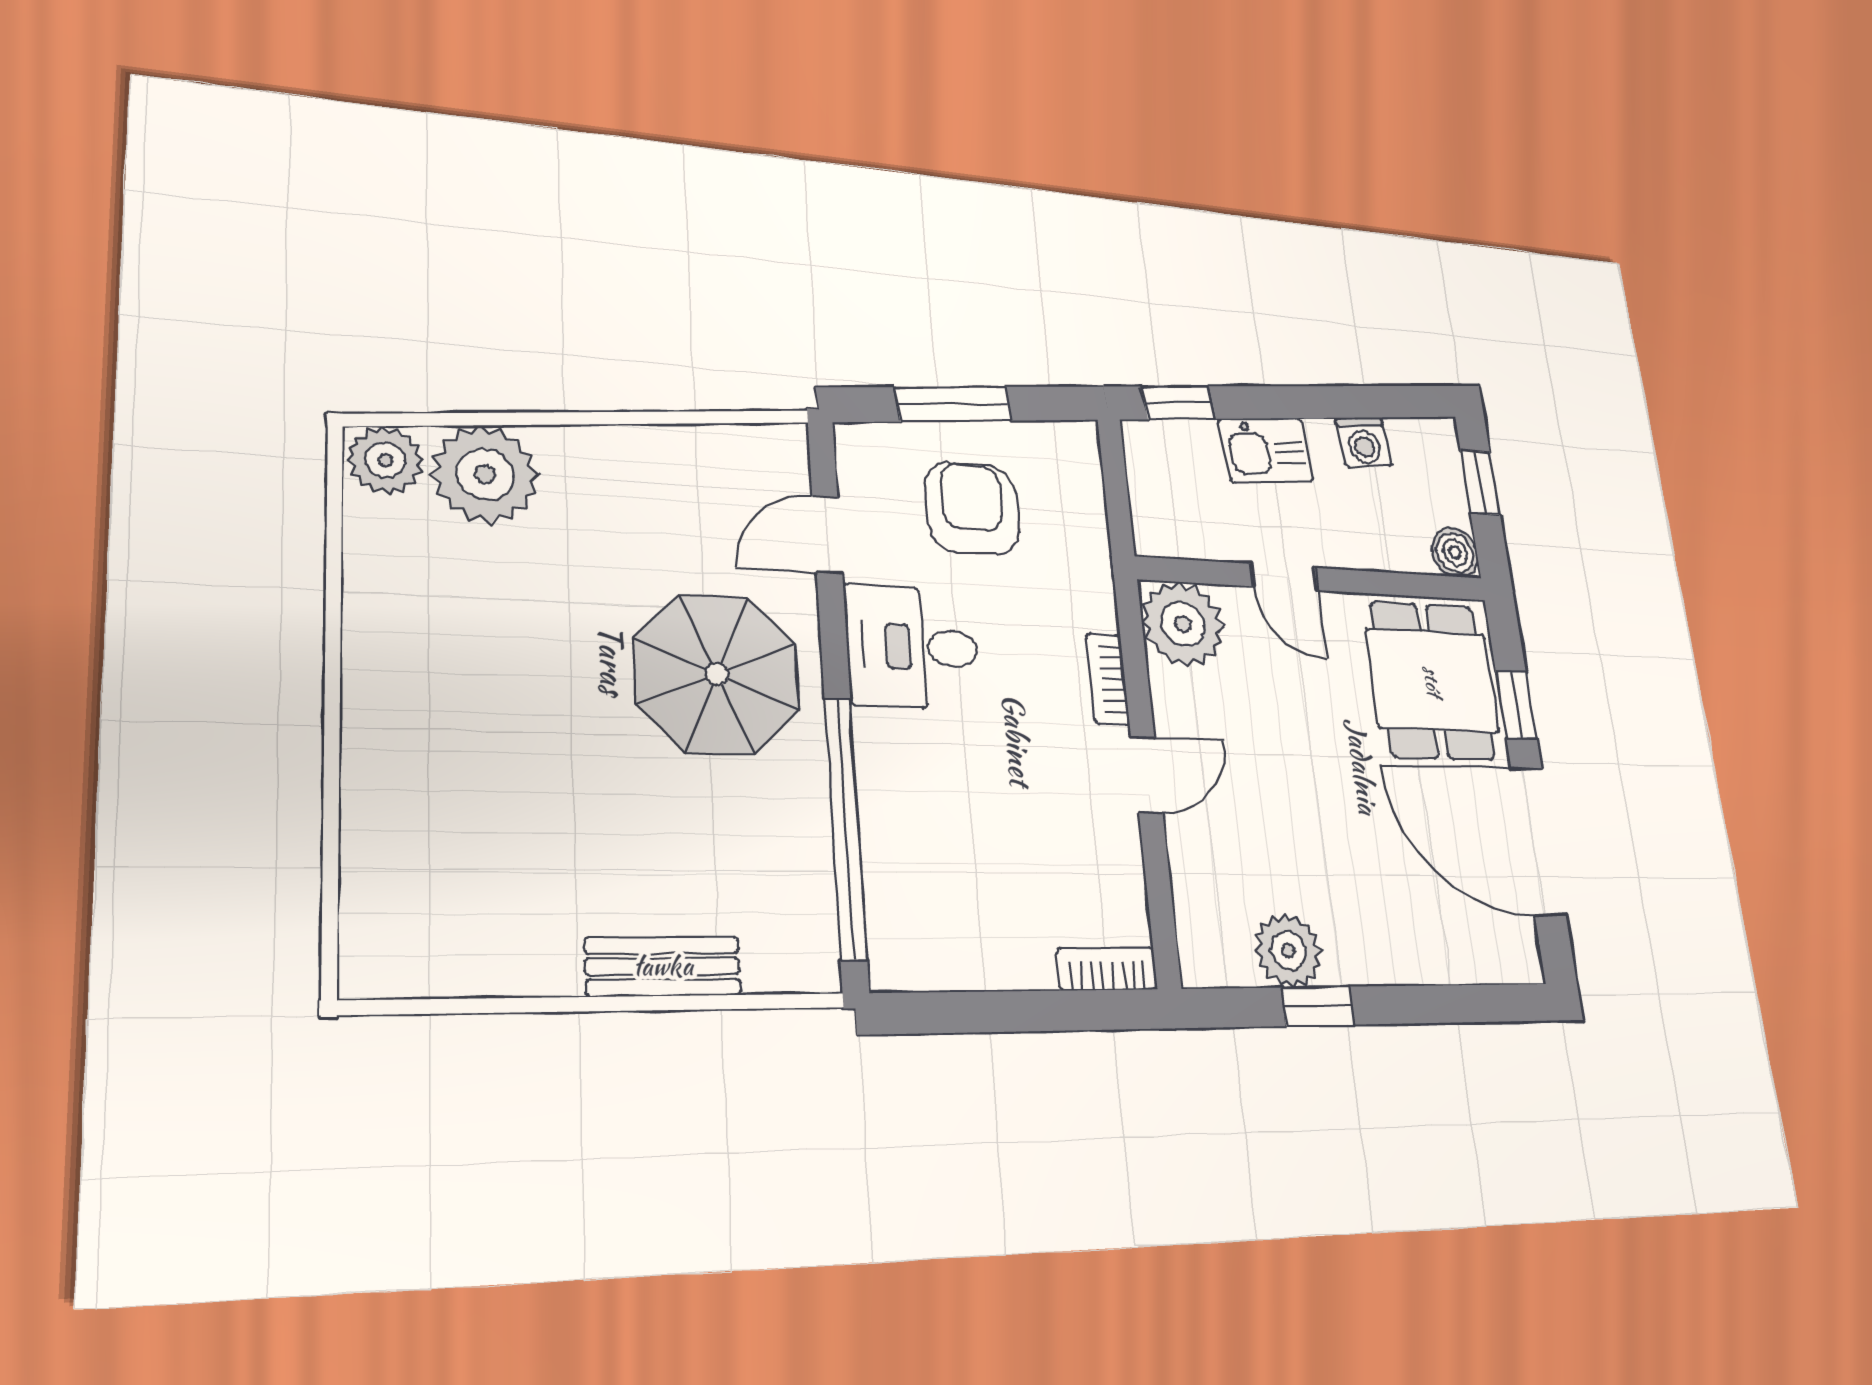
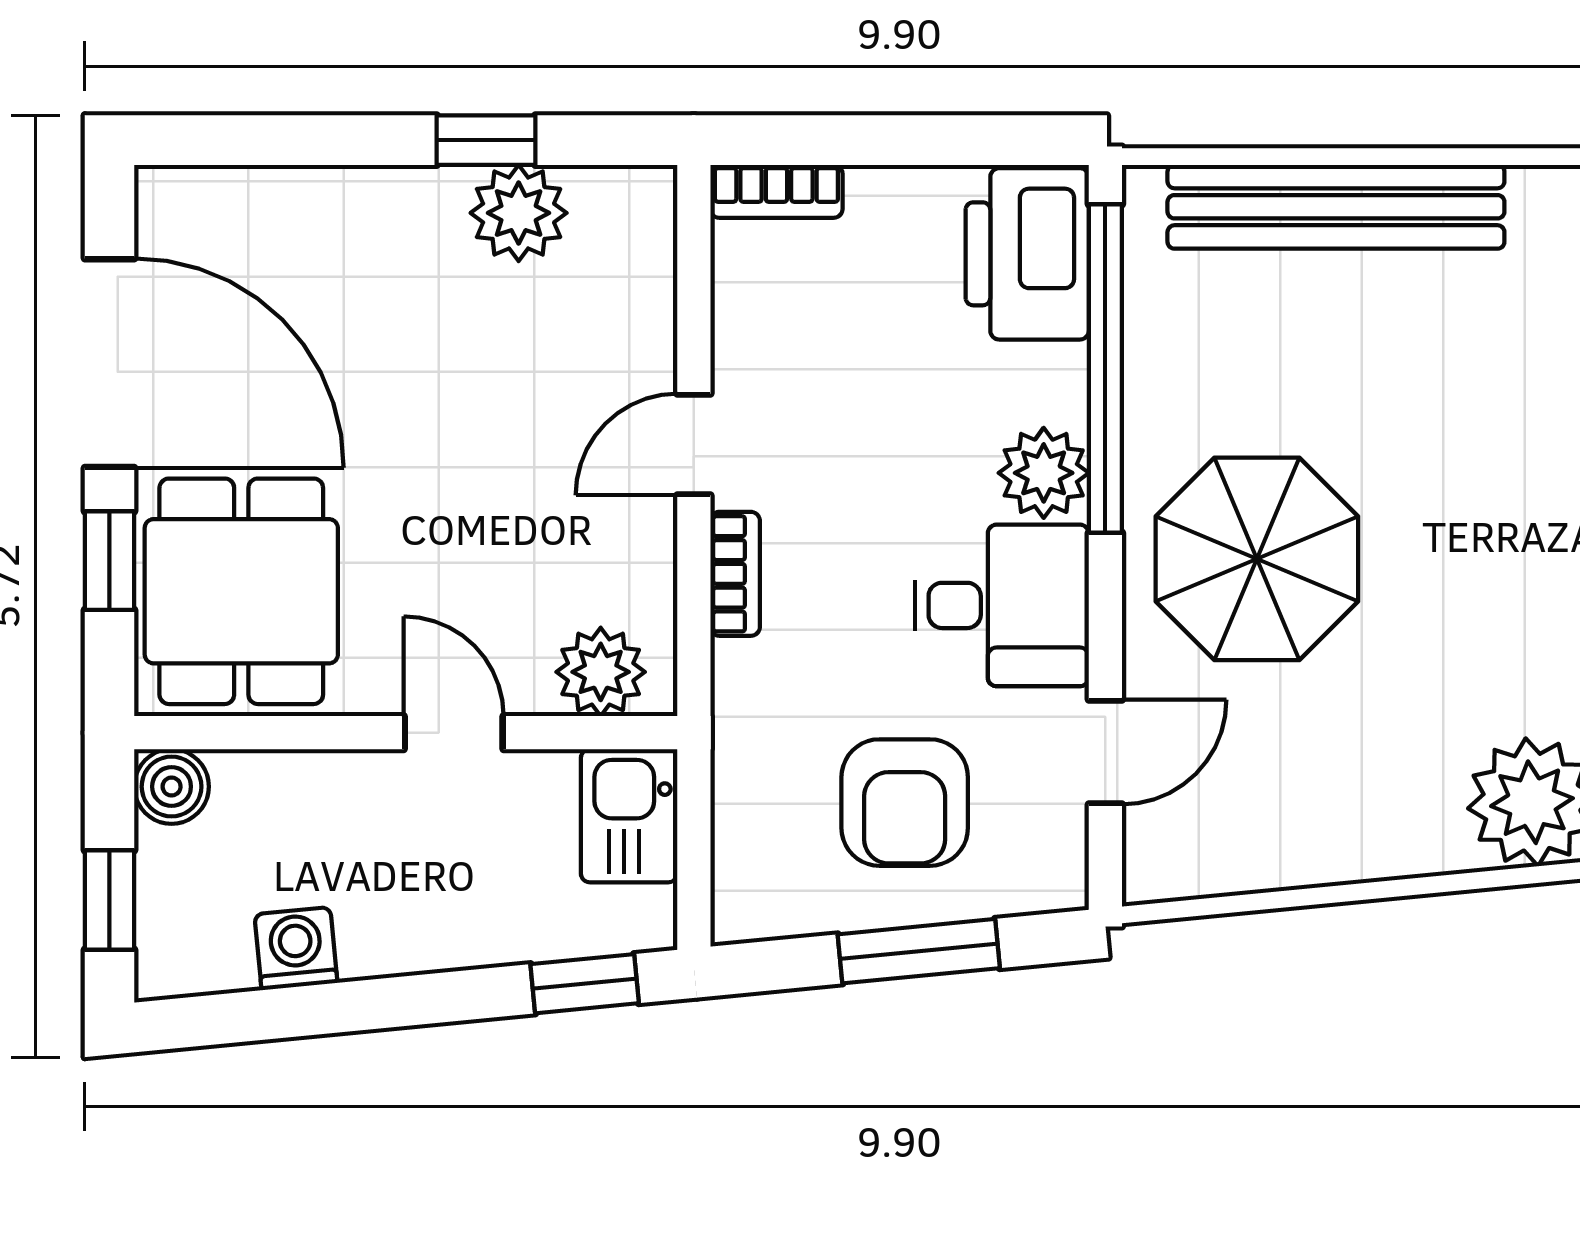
kitchen sink: (1266, 450) -> (629, 816), moved, turned -84
plant: (1183, 624) -> (601, 672), width x0.73, depth x0.73
plant: (888, 746) -> (1044, 473), added
printer: (913, 920) -> (1027, 254), added
bench: (663, 966) -> (1336, 207), width x1.86, depth x1.21

